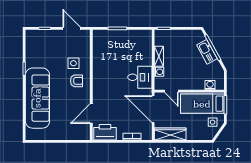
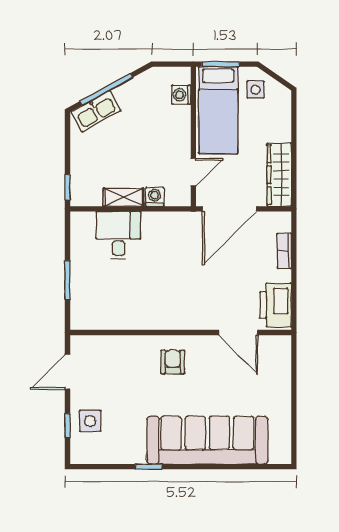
kitchen sink: (207, 52) -> (96, 111), moved
side table: (73, 63) -> (90, 421), moved
desk: (140, 77) -> (118, 235), moved

